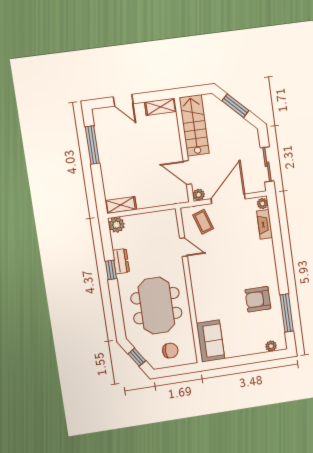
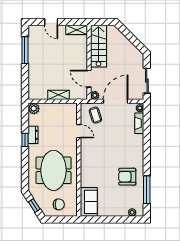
window: (235, 106) -> (130, 36), removed
shelving: (121, 205) -> (58, 95), moved

